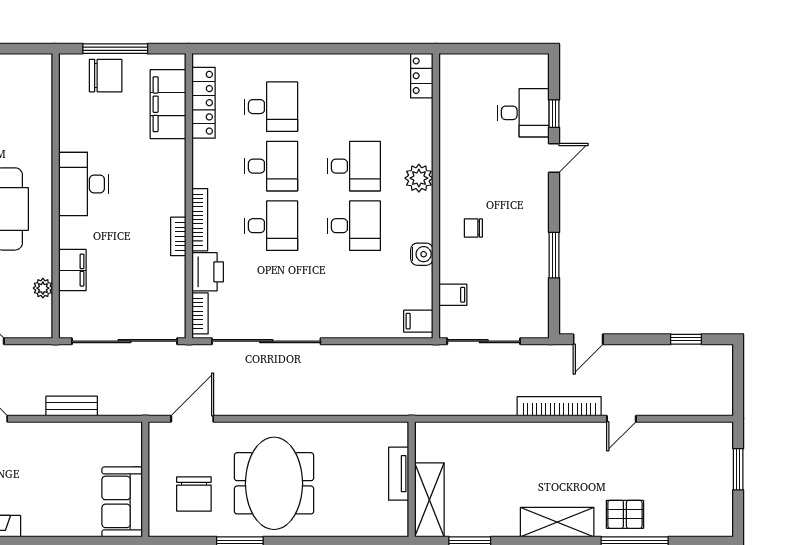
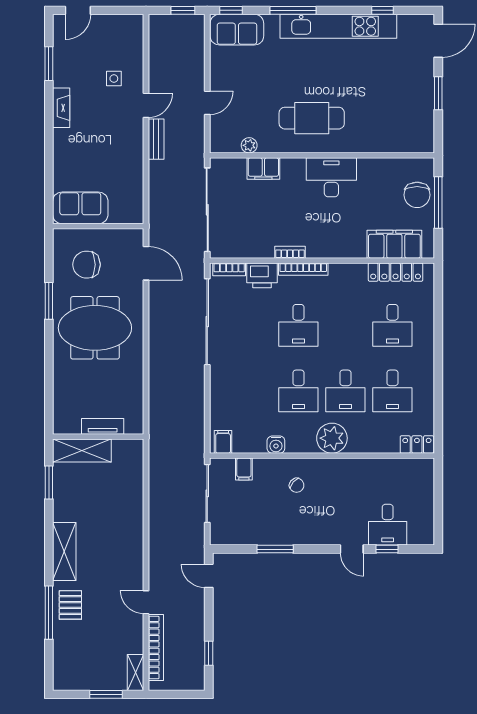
desk: (271, 166) -> (392, 391), moved
plant: (419, 178) -> (332, 438), width x1.36, depth x1.36
chair: (473, 228) -> (297, 485), turned 131
bench: (72, 406) -> (156, 139), moved
bookcase: (559, 406) -> (156, 648), moved
shelving: (710, 432) -> (136, 672), added

